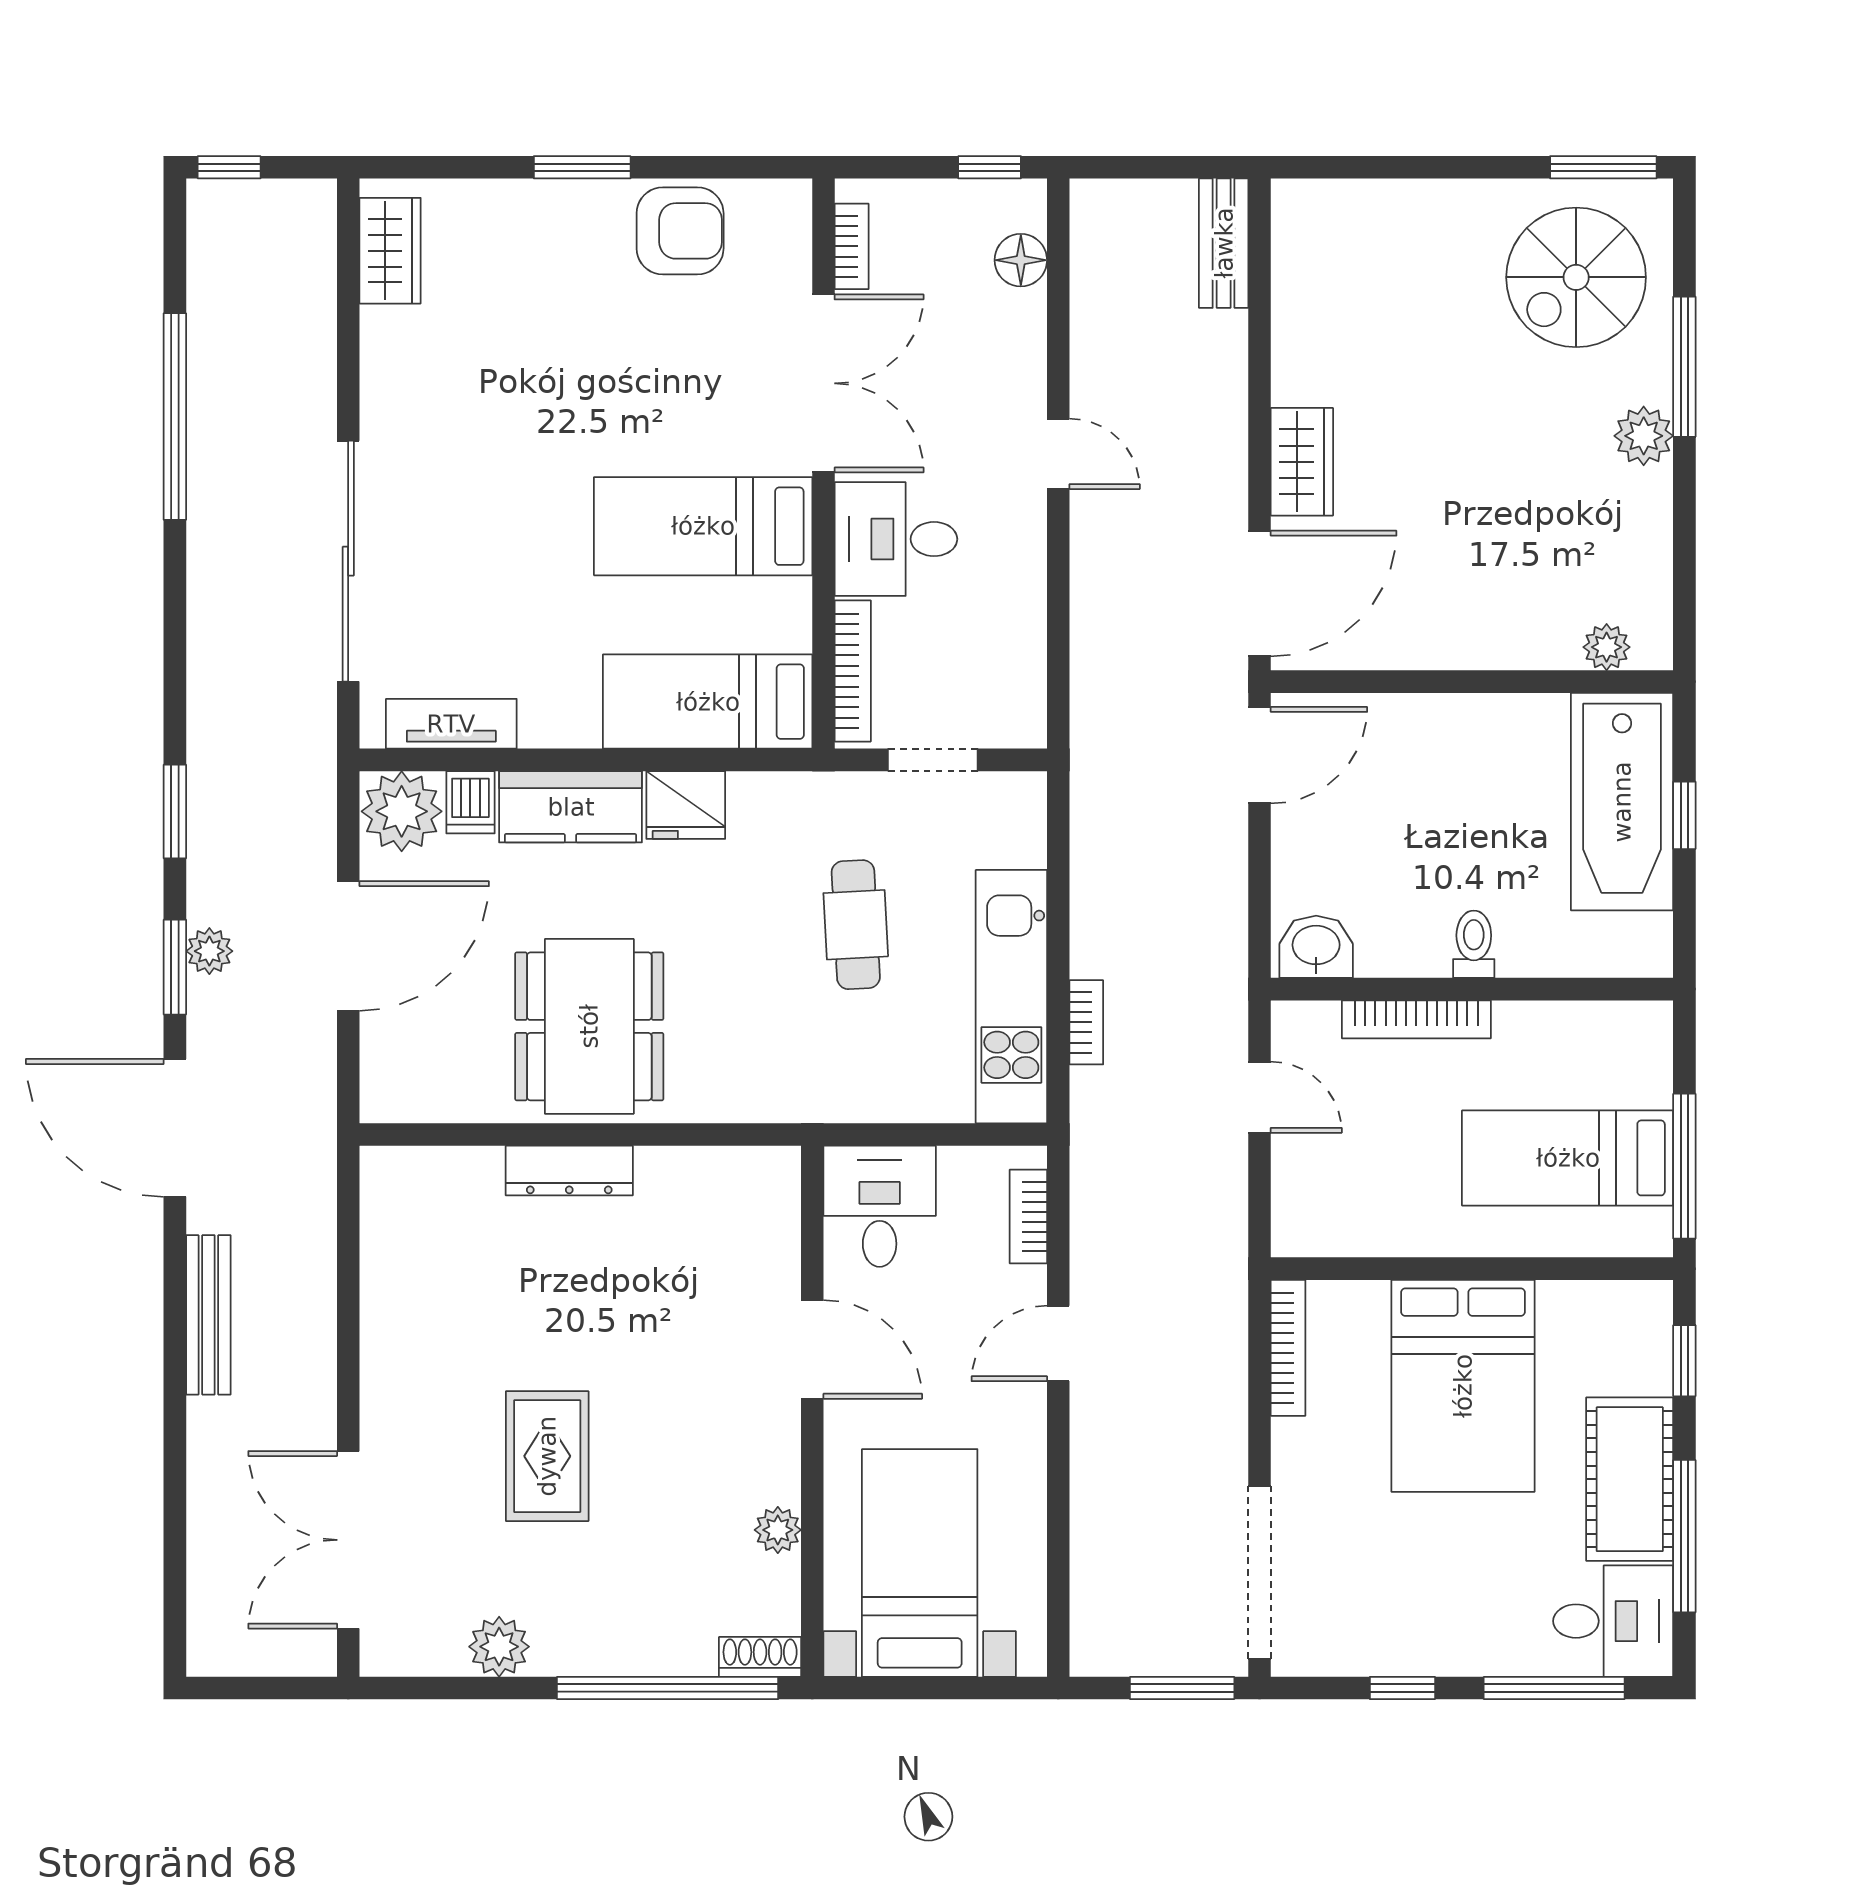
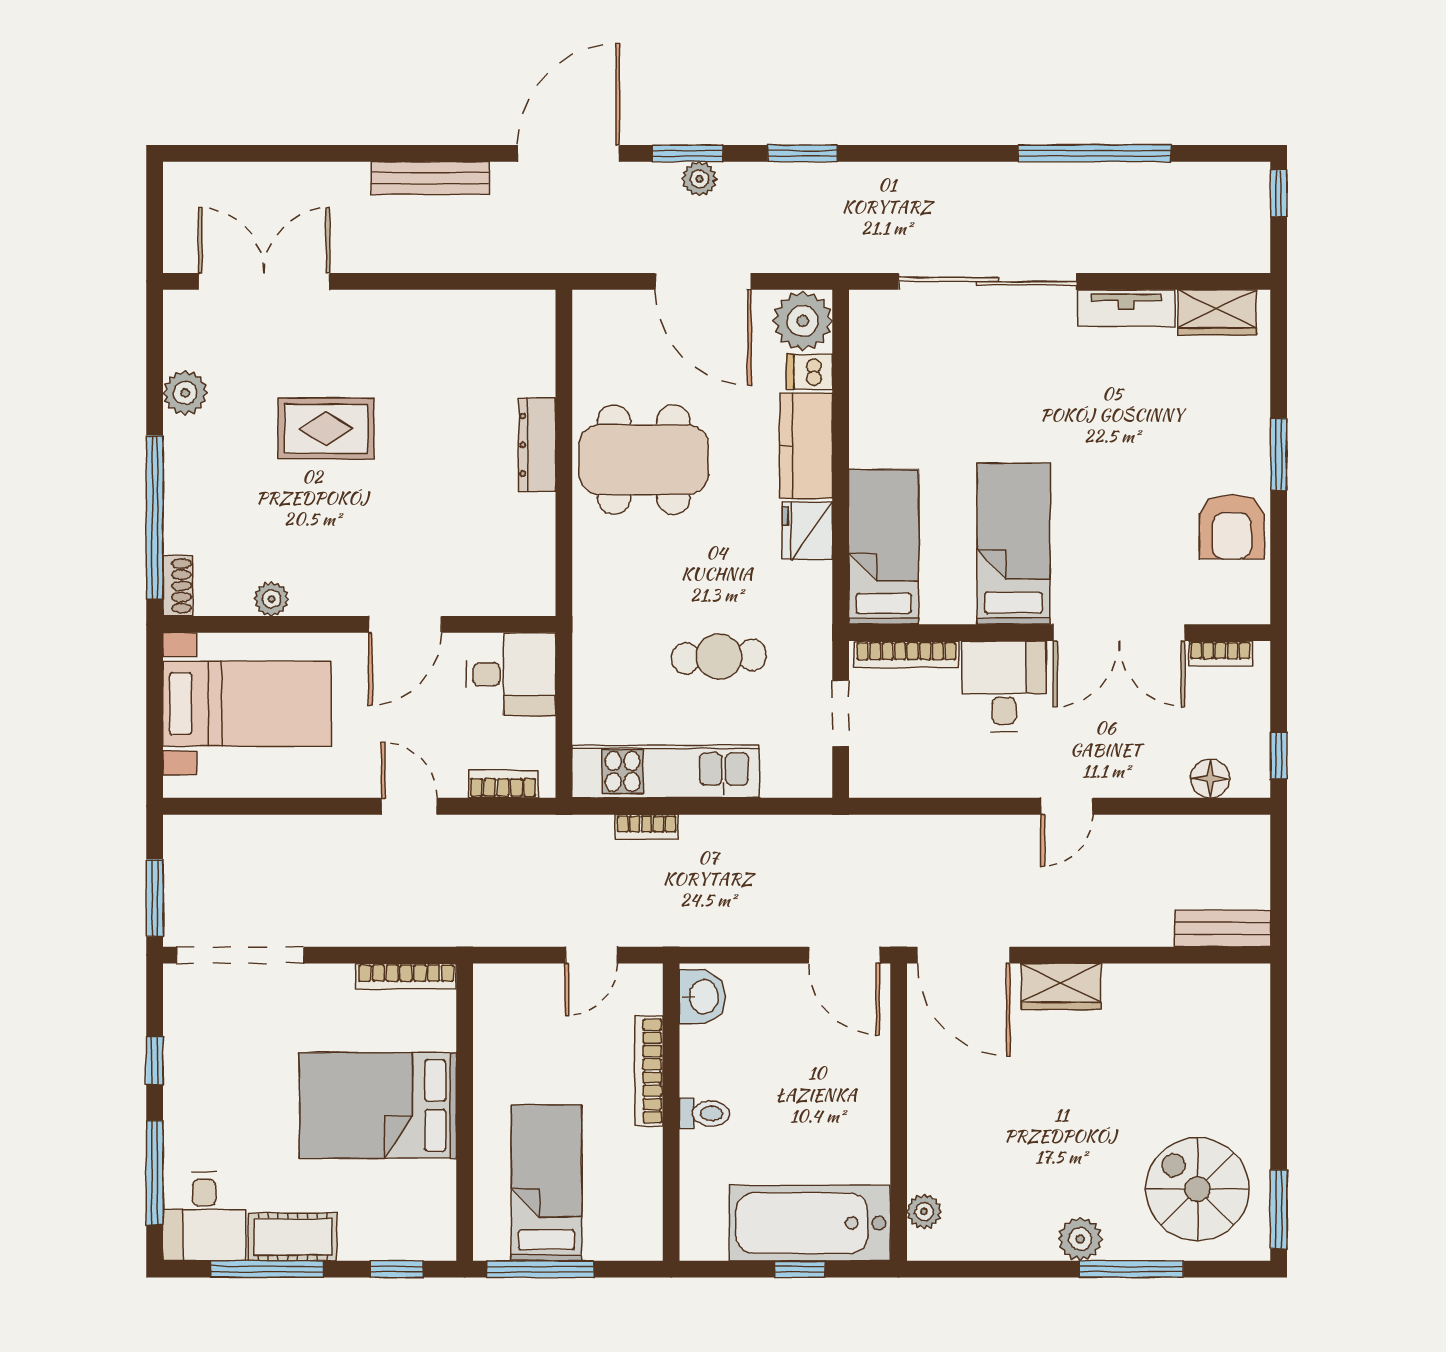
tv unit: (451, 724) -> (1126, 308), moved, turned 90
cot: (1630, 1479) -> (293, 1237), width x0.73, depth x0.75

